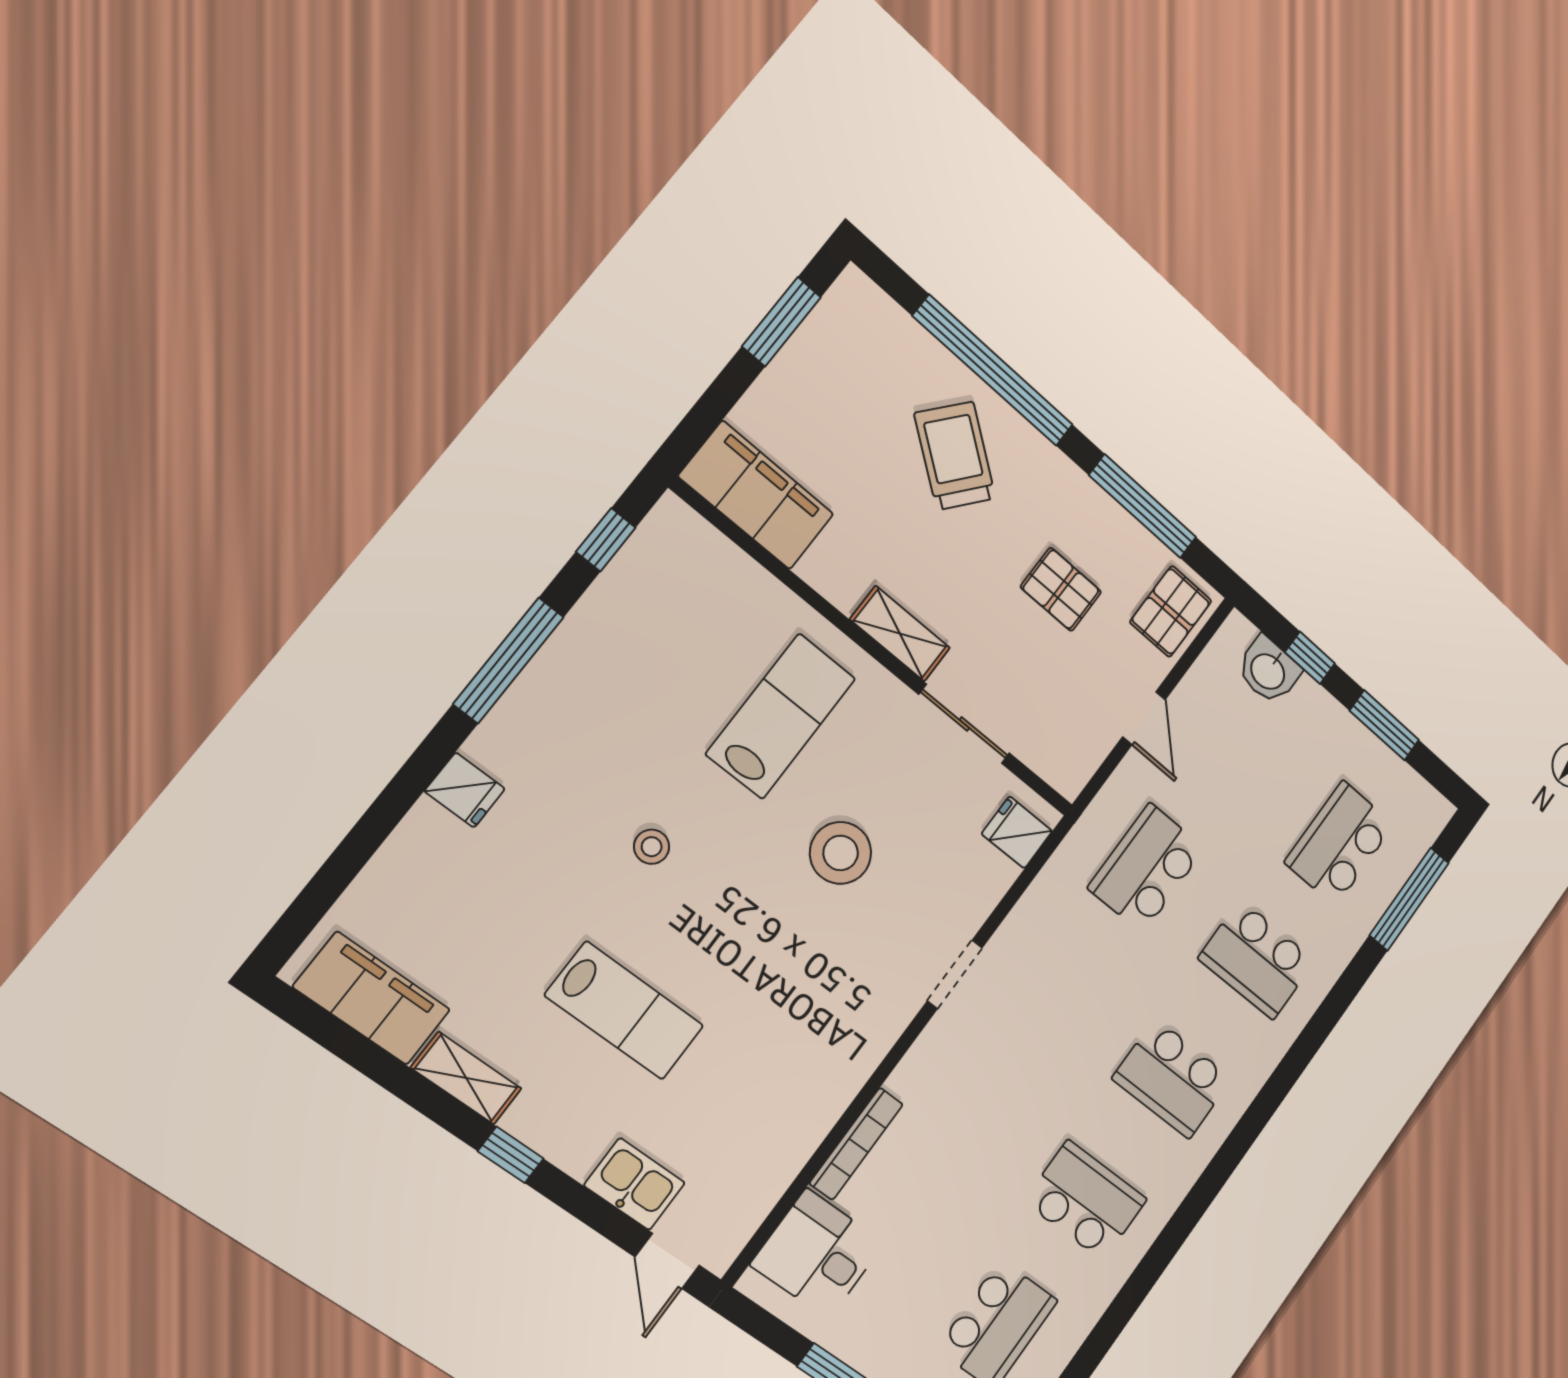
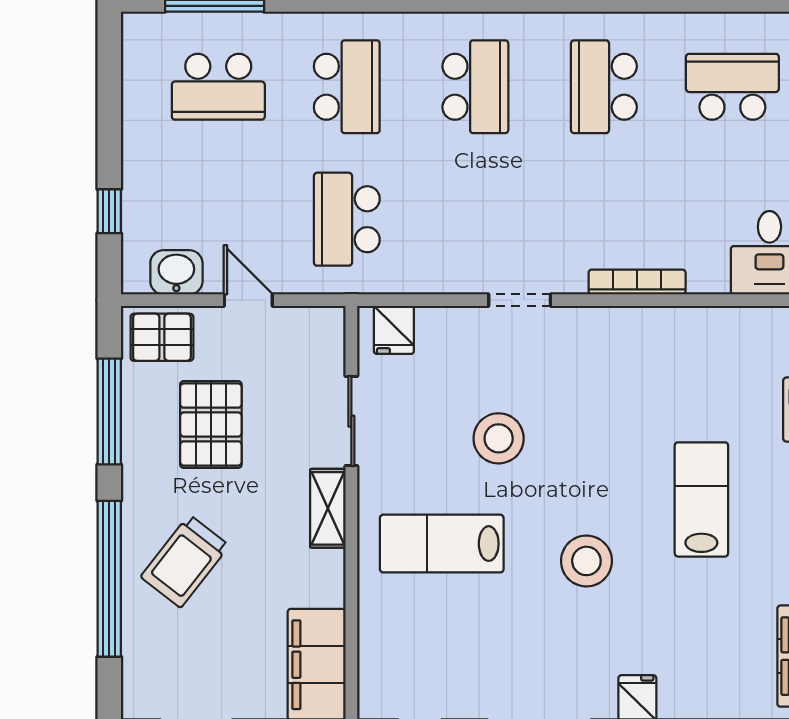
pallet: (1061, 589) -> (211, 425), width x1.50, depth x1.42
washbasin: (1269, 670) -> (176, 272), moved, turned -90
door: (1144, 718) -> (248, 300), hinge flipped
window: (1384, 725) -> (109, 117), removed
stool: (652, 847) -> (586, 561), width x1.89, depth x1.89
school desk: (1146, 868) -> (347, 219), turned 90
bookcase: (856, 1144) -> (637, 282), moved

